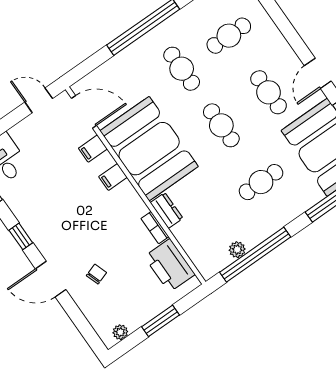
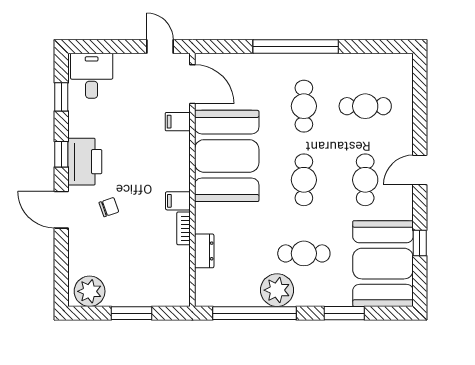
door: (318, 73) -> (420, 170), moved
filing cabinet: (113, 177) -> (178, 201), moved
dresser: (167, 210) -> (204, 251), moved
plant: (237, 250) -> (277, 290), moved, width x1.87, depth x1.87
printer: (170, 265) -> (85, 162), moved, turned 180
chair: (96, 274) -> (109, 207), moved
plant: (120, 332) -> (90, 291), width x1.87, depth x1.87

